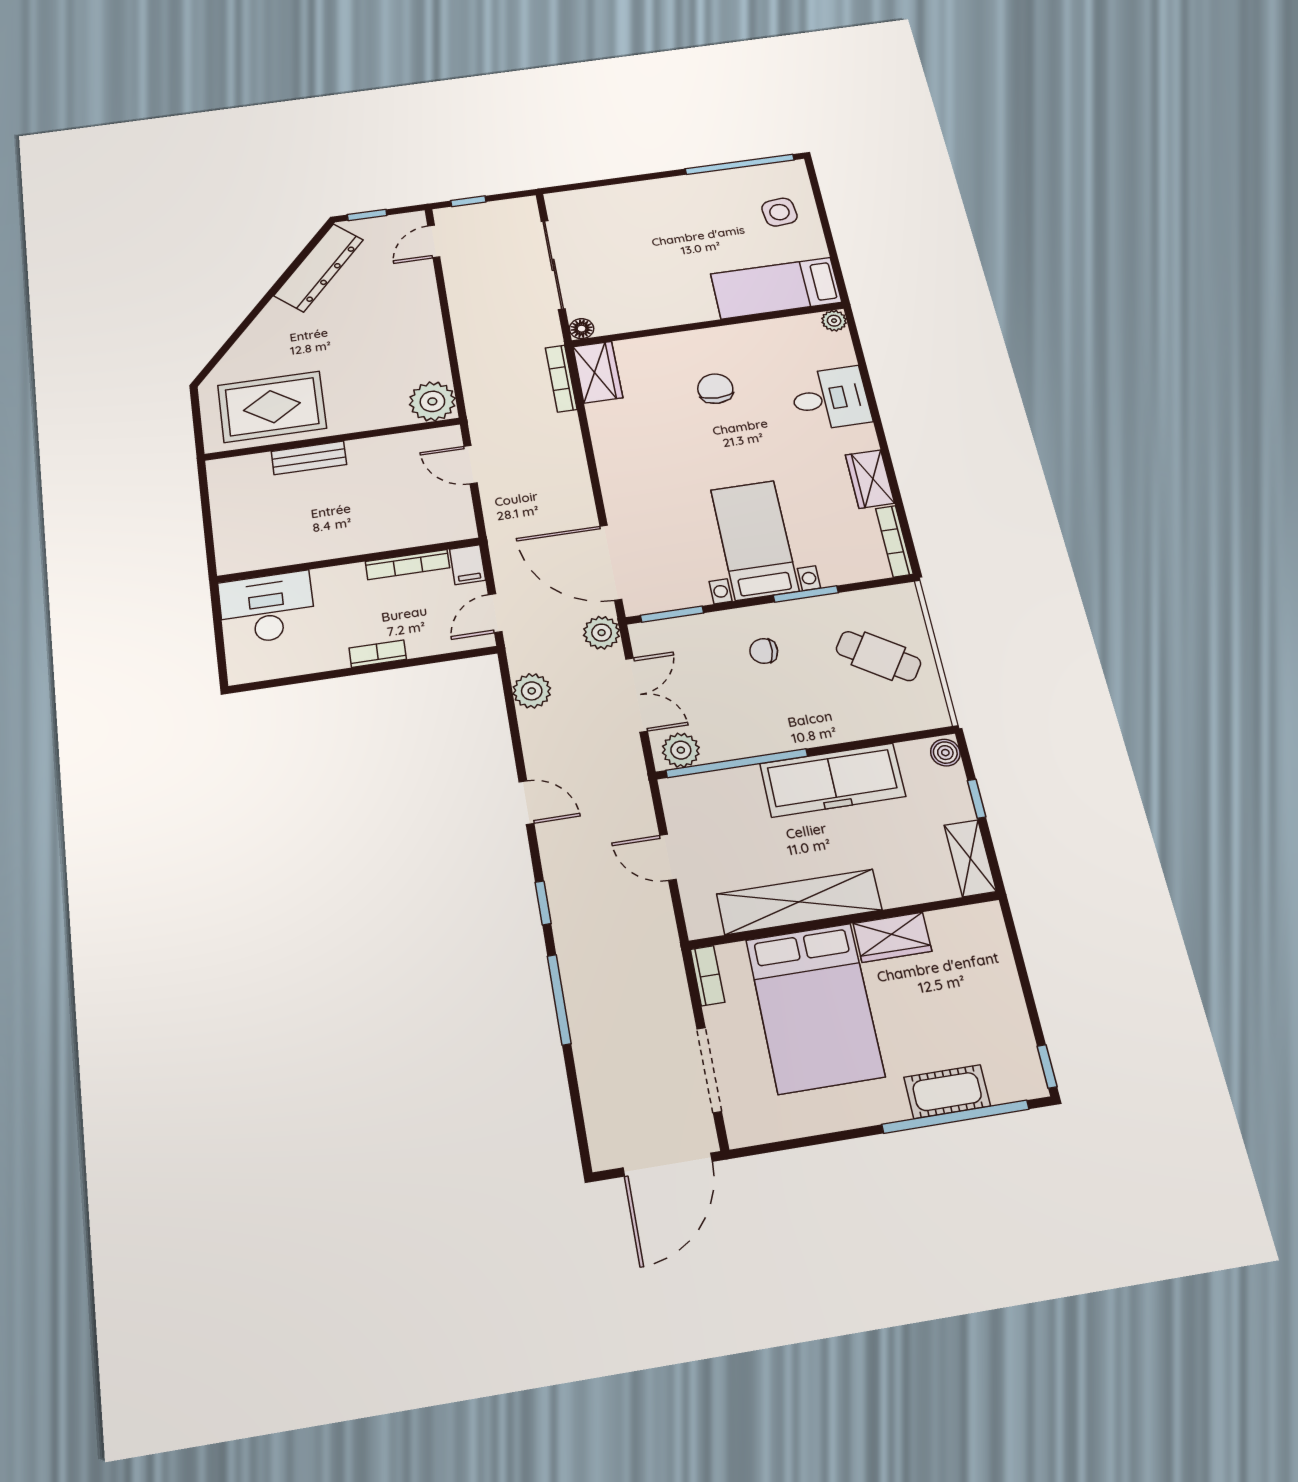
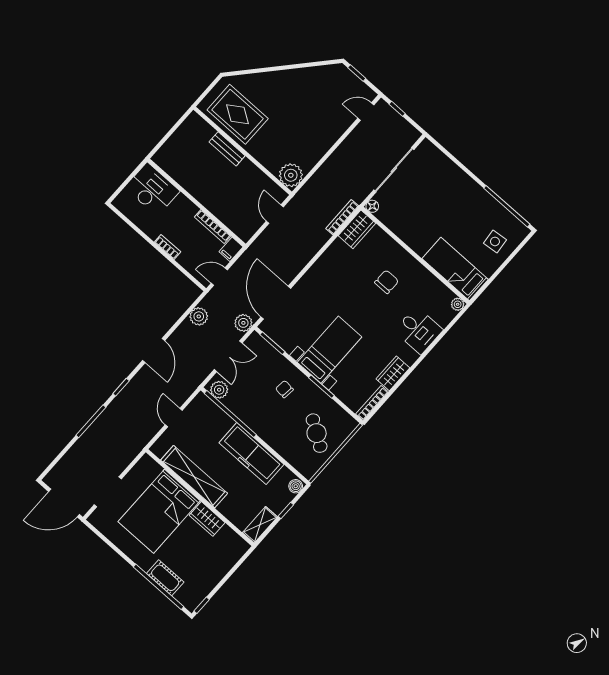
dresser: (319, 268) -> (316, 76), removed
door: (526, 803) -> (154, 350), width x1.37
bookcase: (707, 976) -> (141, 465), removed

